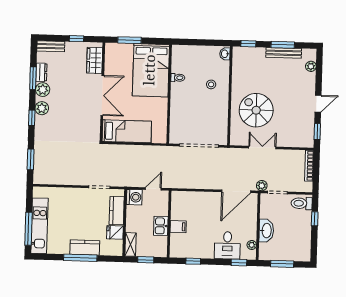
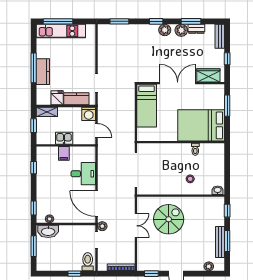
double door: (102, 95) -> (178, 83), swing flipped
washbasin: (266, 231) -> (48, 231), moved
desk: (227, 245) -> (83, 174), moved, turned 180

